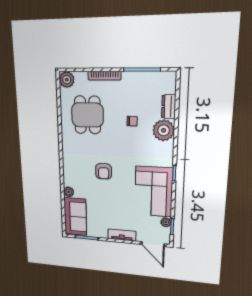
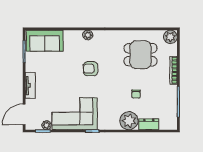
plant: (69, 192) -> (88, 35), moved

